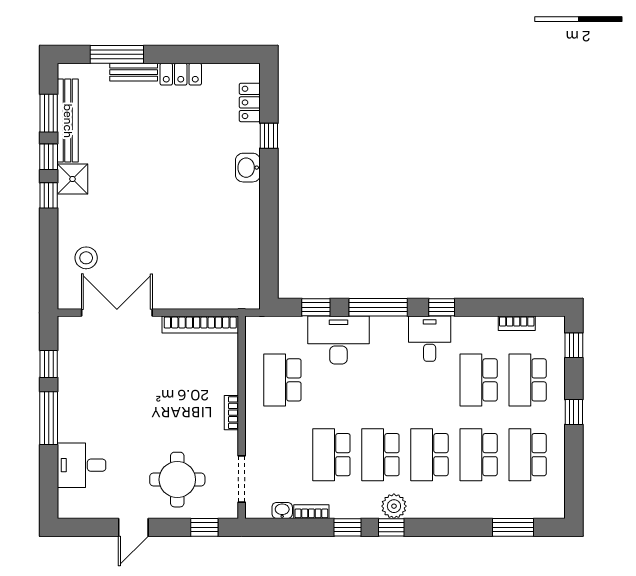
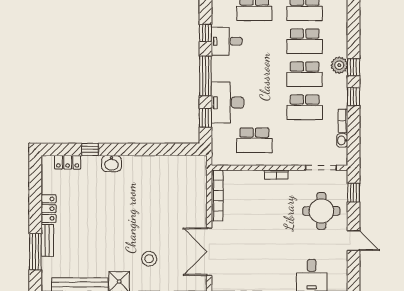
stool: (86, 258) -> (149, 259), moved

